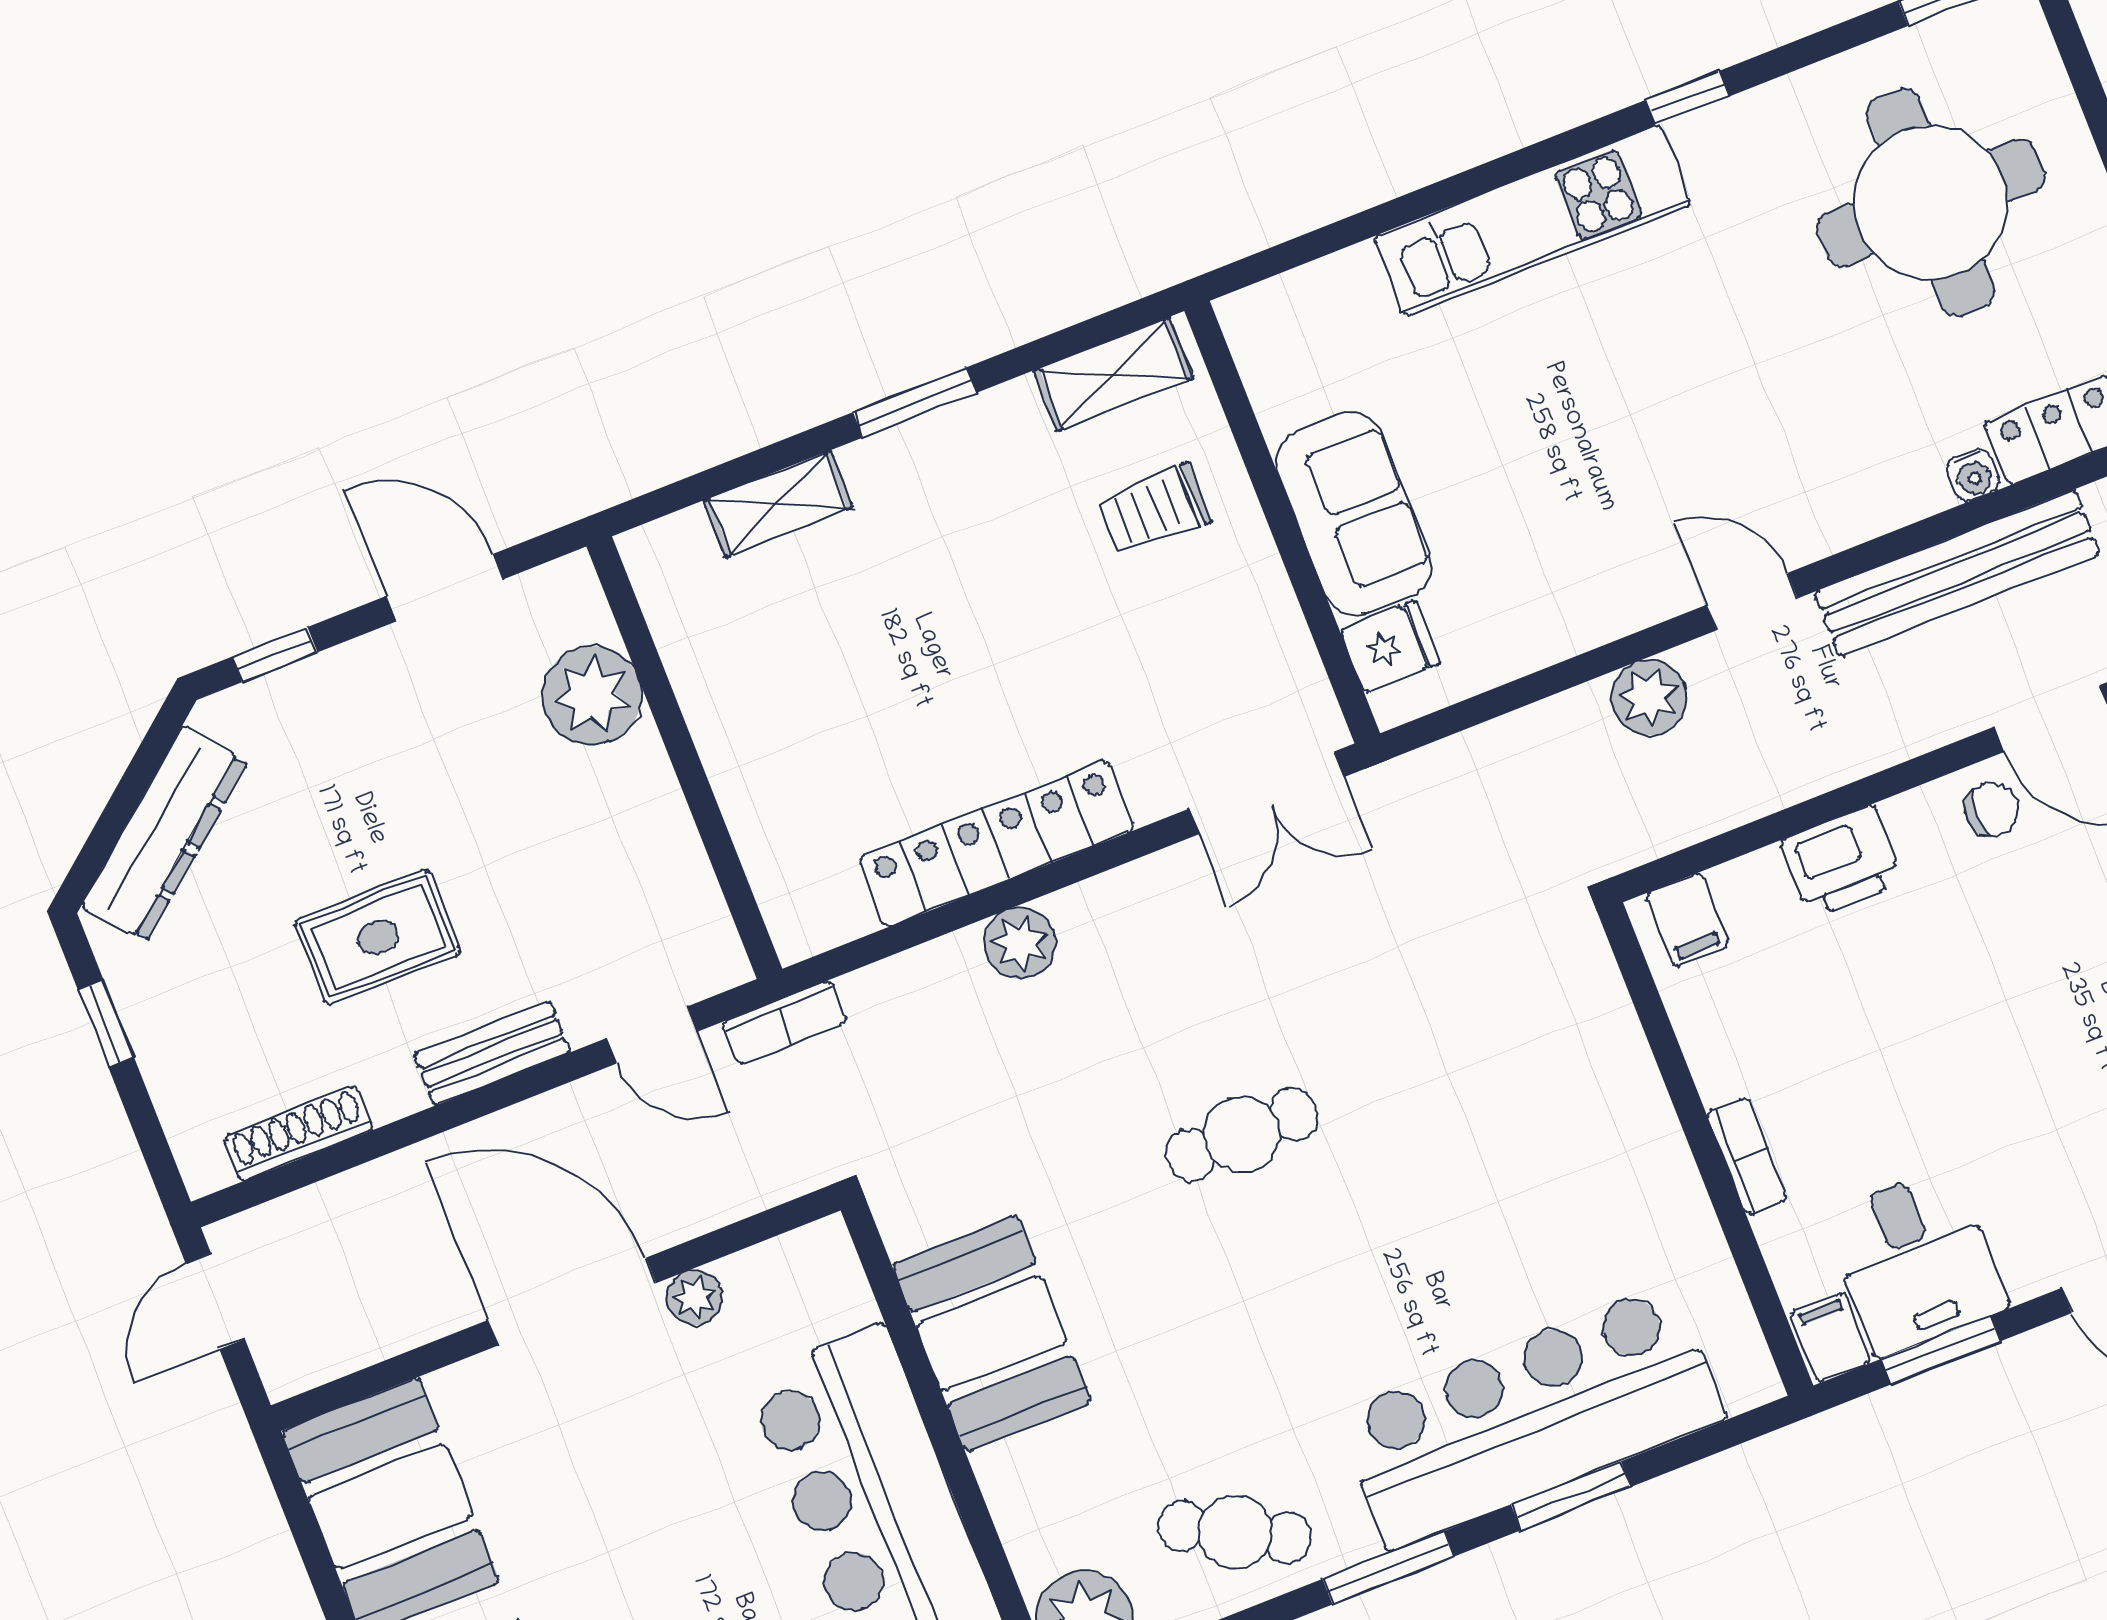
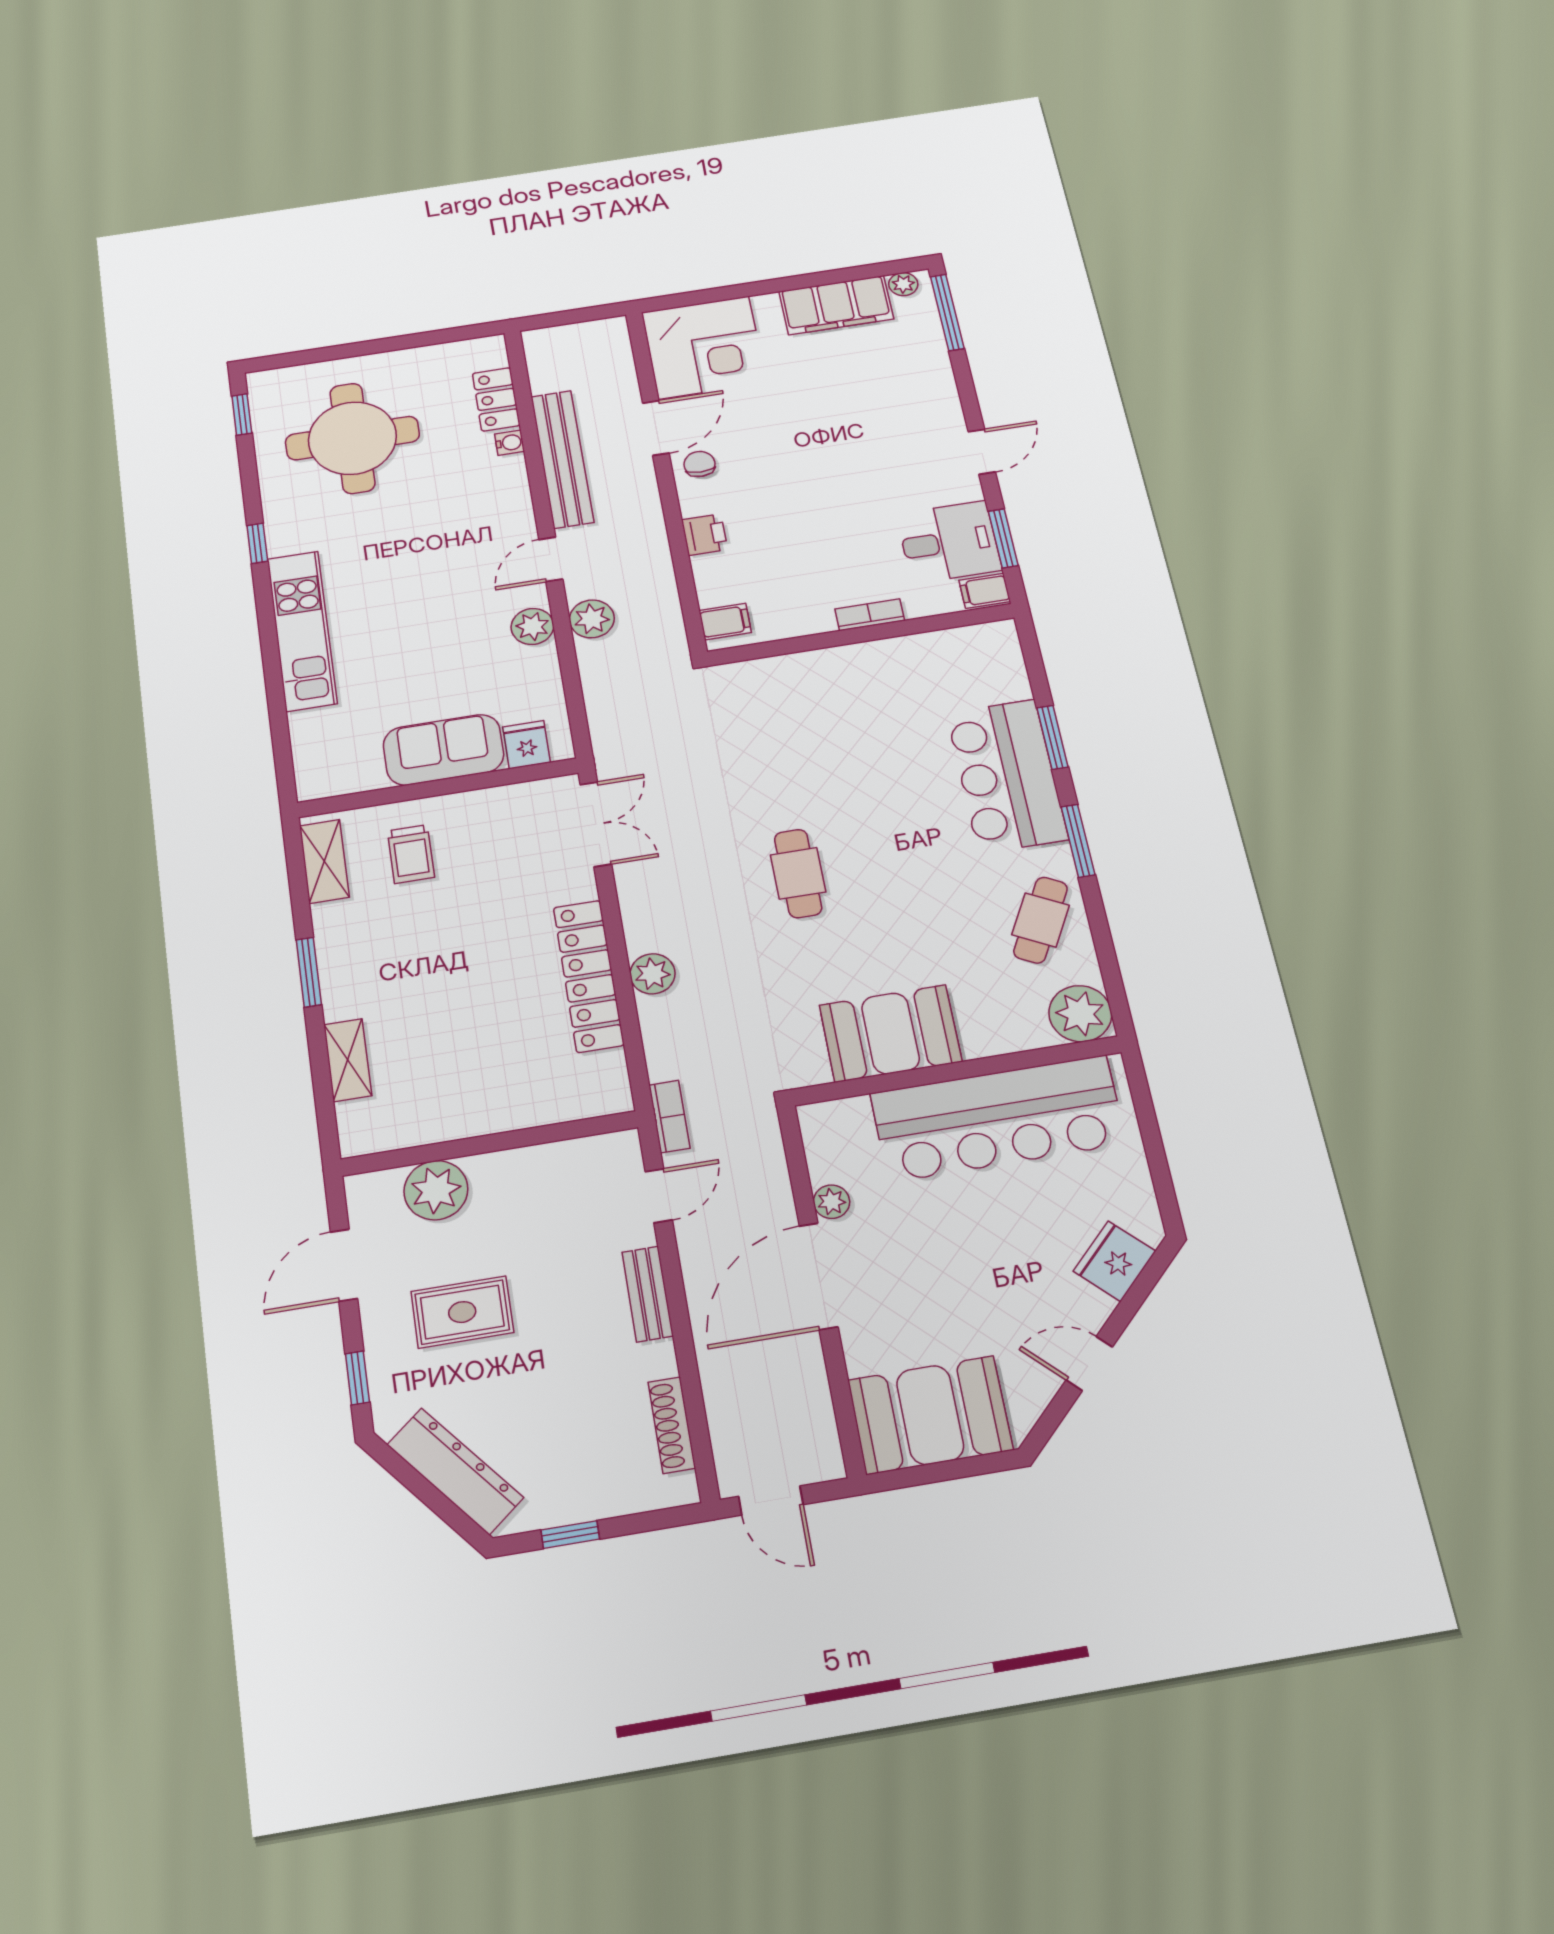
plant: (1615, 602) -> (532, 626), added
printer: (1842, 861) -> (705, 535), width x0.73, depth x0.81
rug: (378, 937) -> (462, 1312), moved, turned 90
bar counter: (1531, 1417) -> (1007, 776), width x0.73

